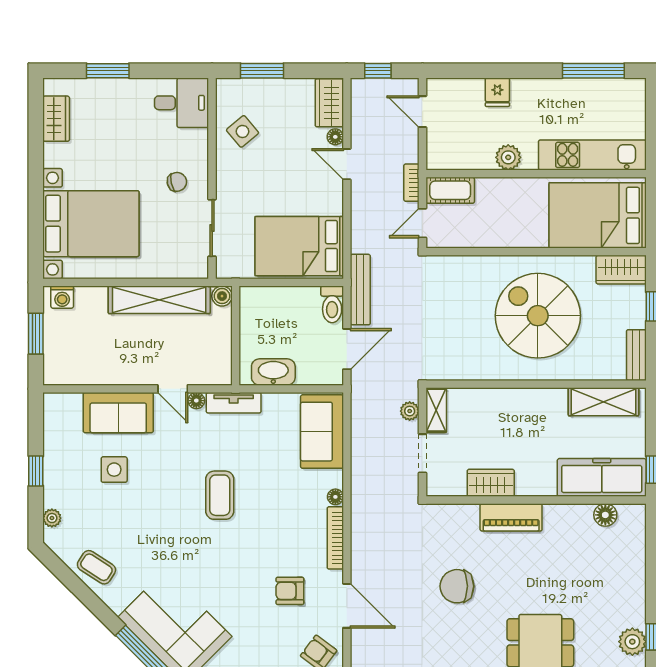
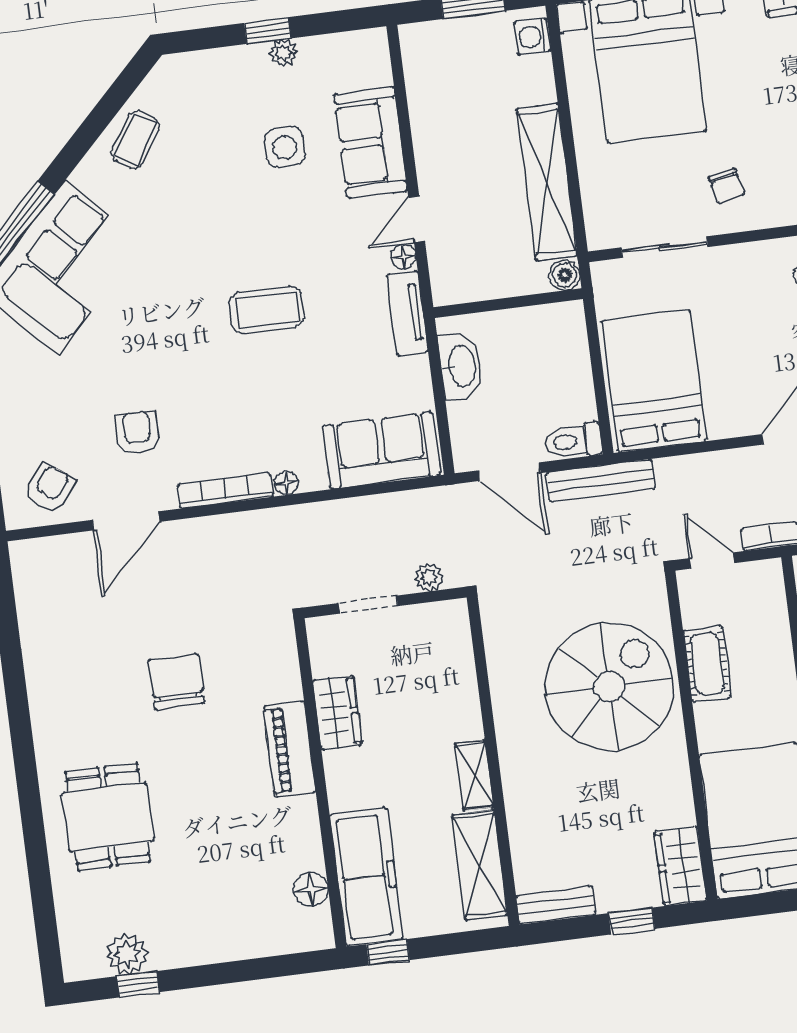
cot: (450, 190) -> (707, 664), moved
spiral stairs: (538, 316) -> (609, 687), moved
shelving: (436, 410) -> (474, 775), moved, turned 90
plant: (52, 518) -> (283, 53), moved

